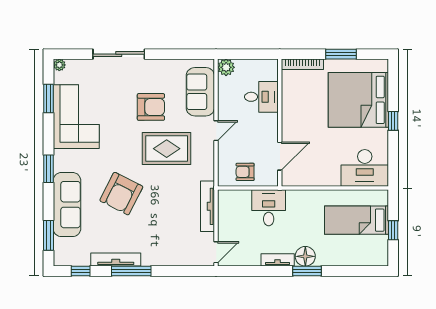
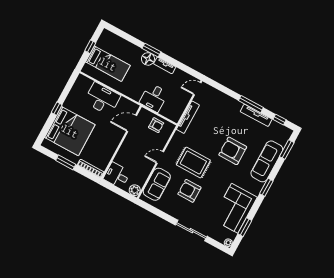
desk: (261, 97) -> (117, 175), moved
desk: (365, 168) -> (102, 99), moved
armchair: (121, 194) -> (233, 151), turned -117

